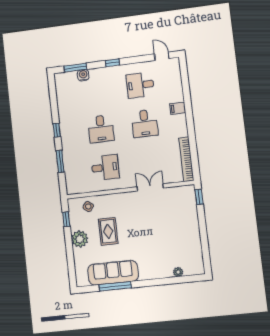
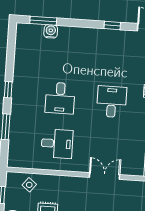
window: (112, 63) -> (112, 25), moved
desk: (140, 85) -> (115, 56), removed
desk: (145, 124) -> (112, 102), turned 180

